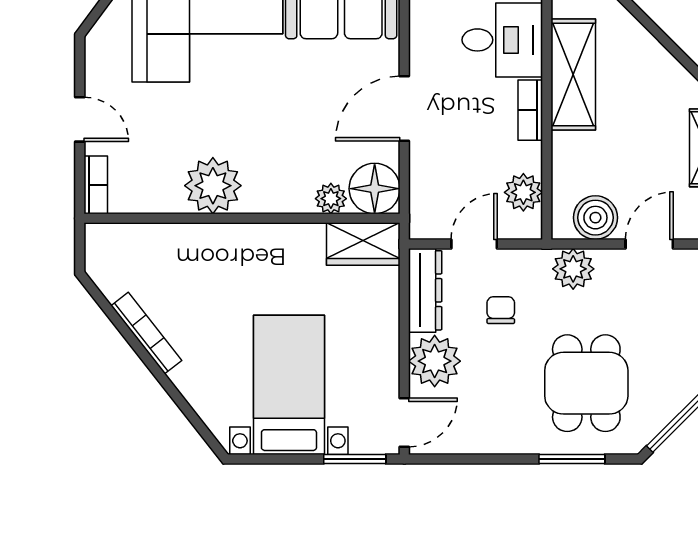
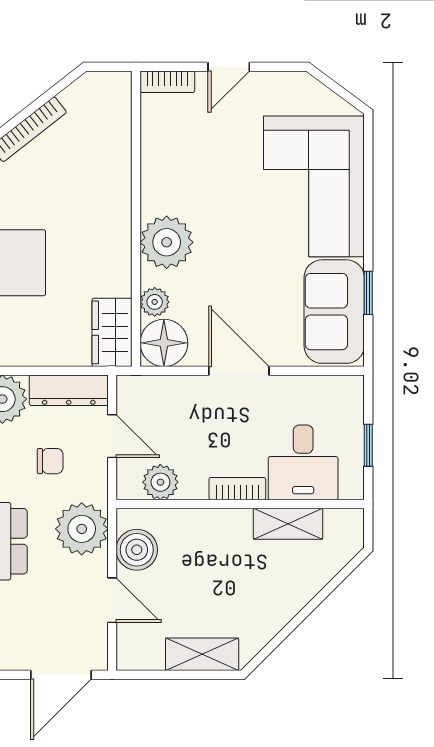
shelving: (573, 75) -> (288, 524), width x0.67, depth x0.75
plant: (213, 186) -> (167, 242), moved
plant: (573, 269) -> (82, 529), width x1.36, depth x1.36

